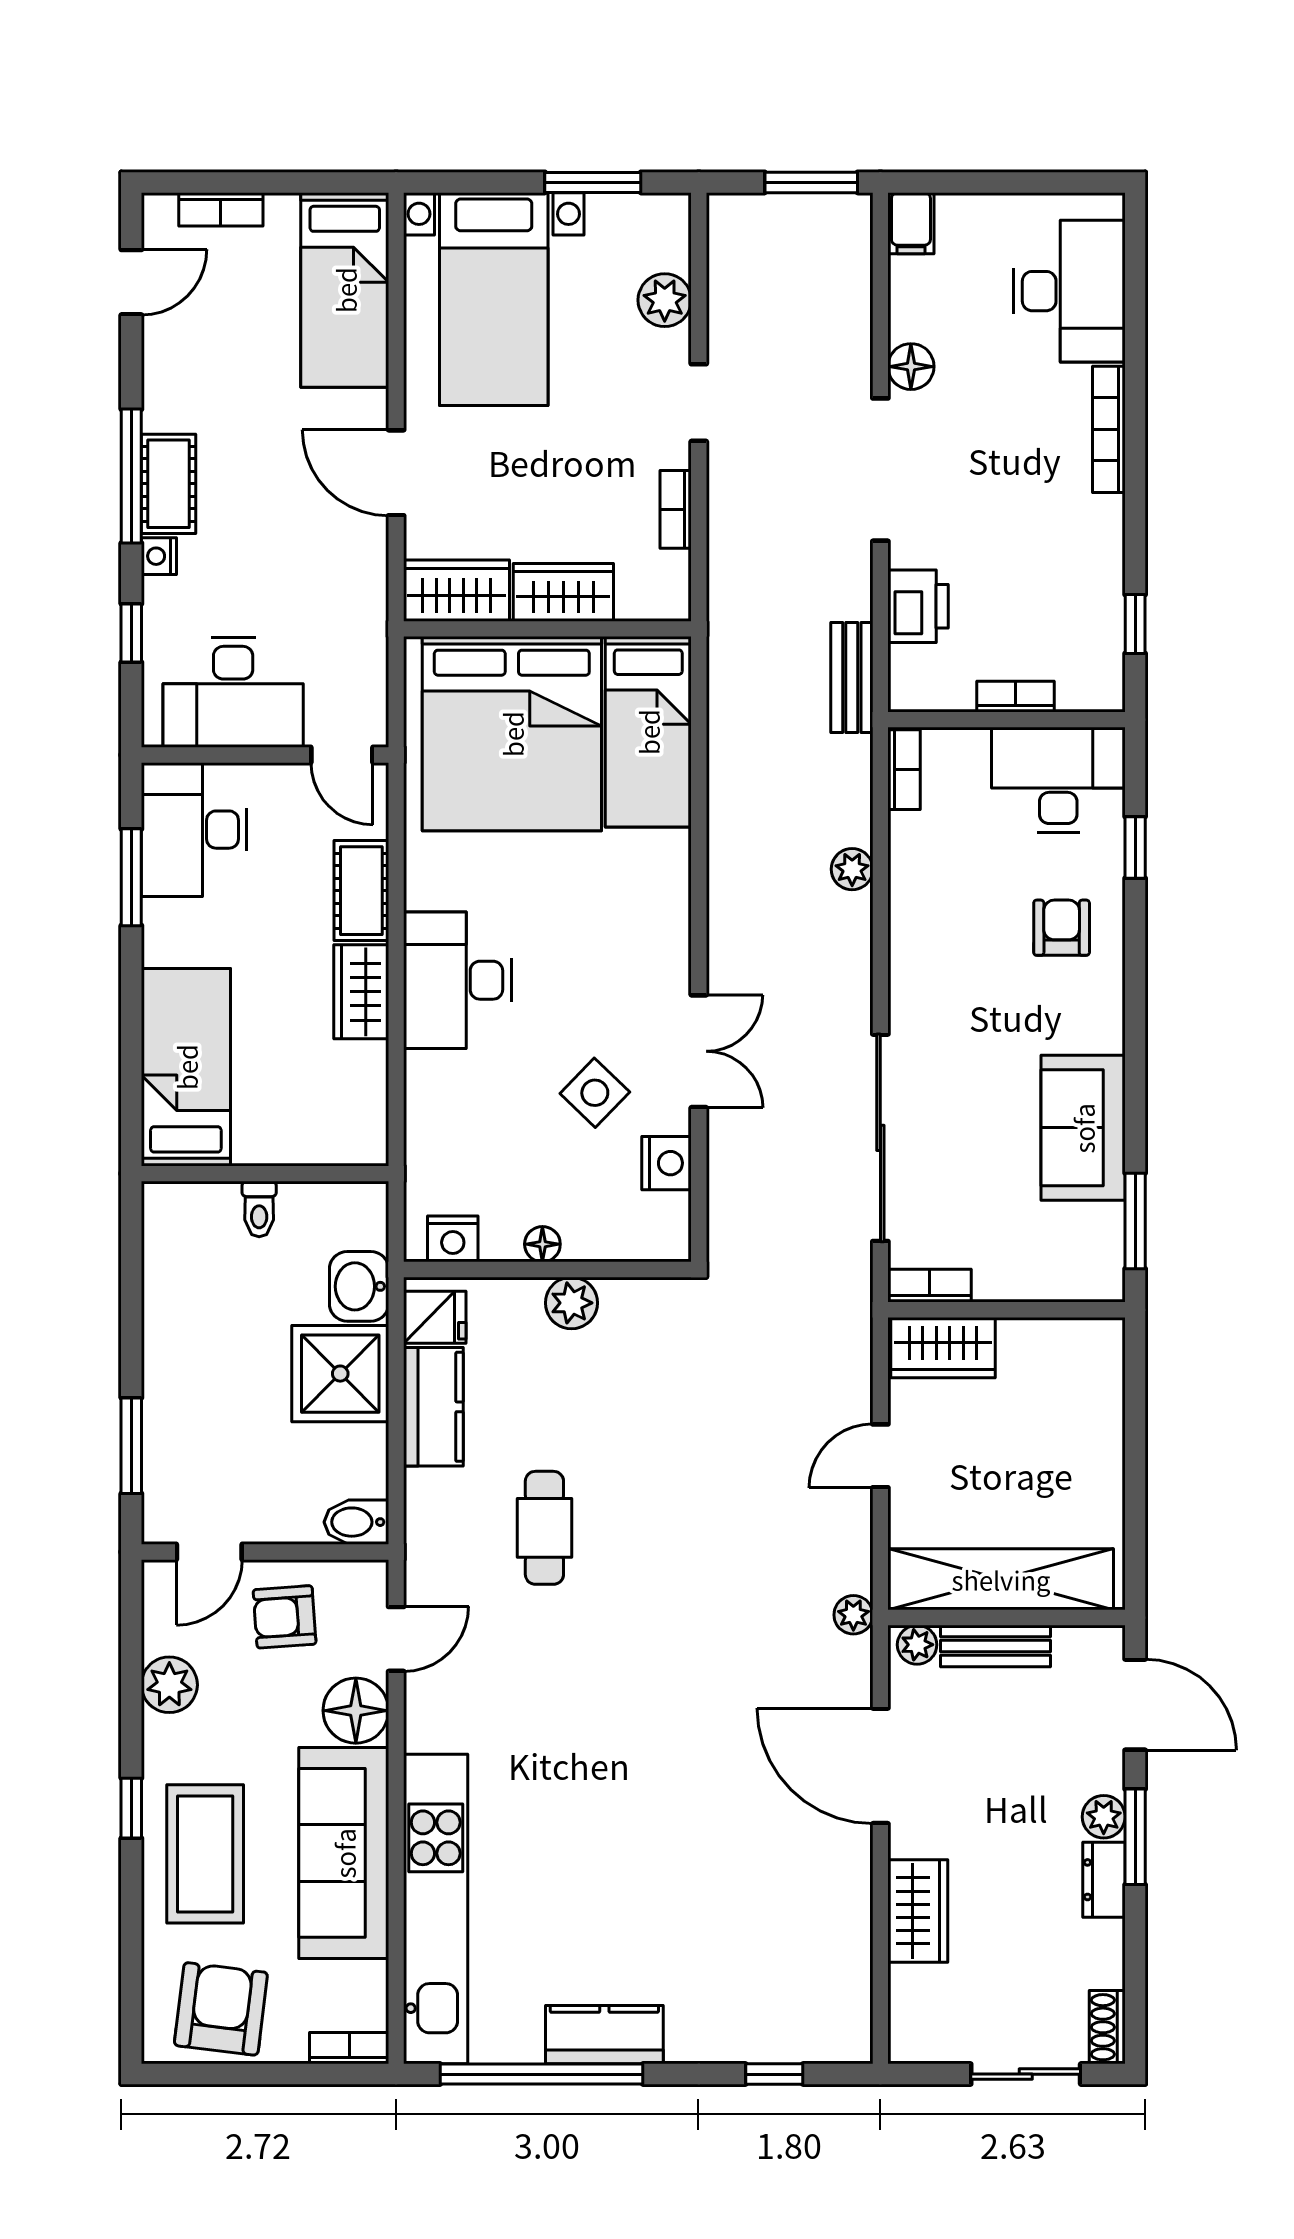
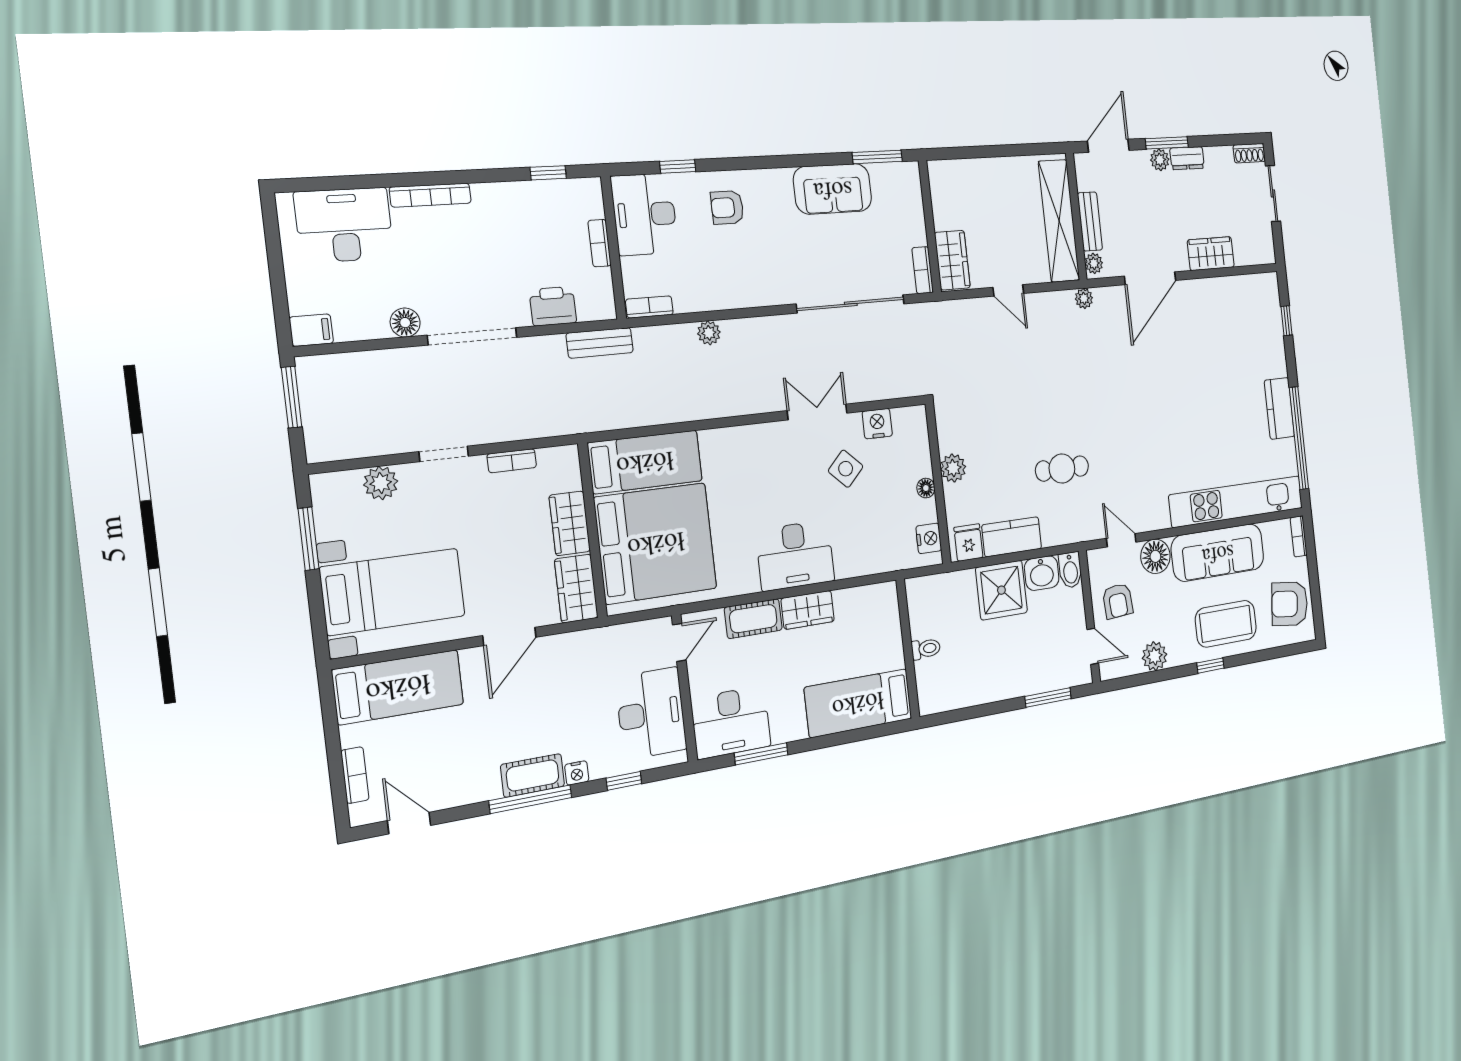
washbasin: (359, 1286) -> (1042, 573), moved

